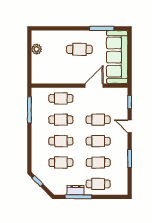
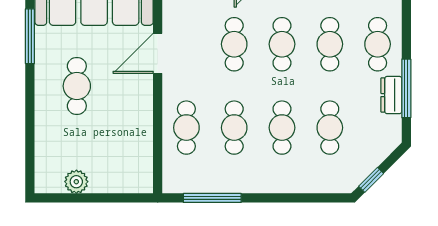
door: (94, 86) -> (158, 53), hinge flipped

